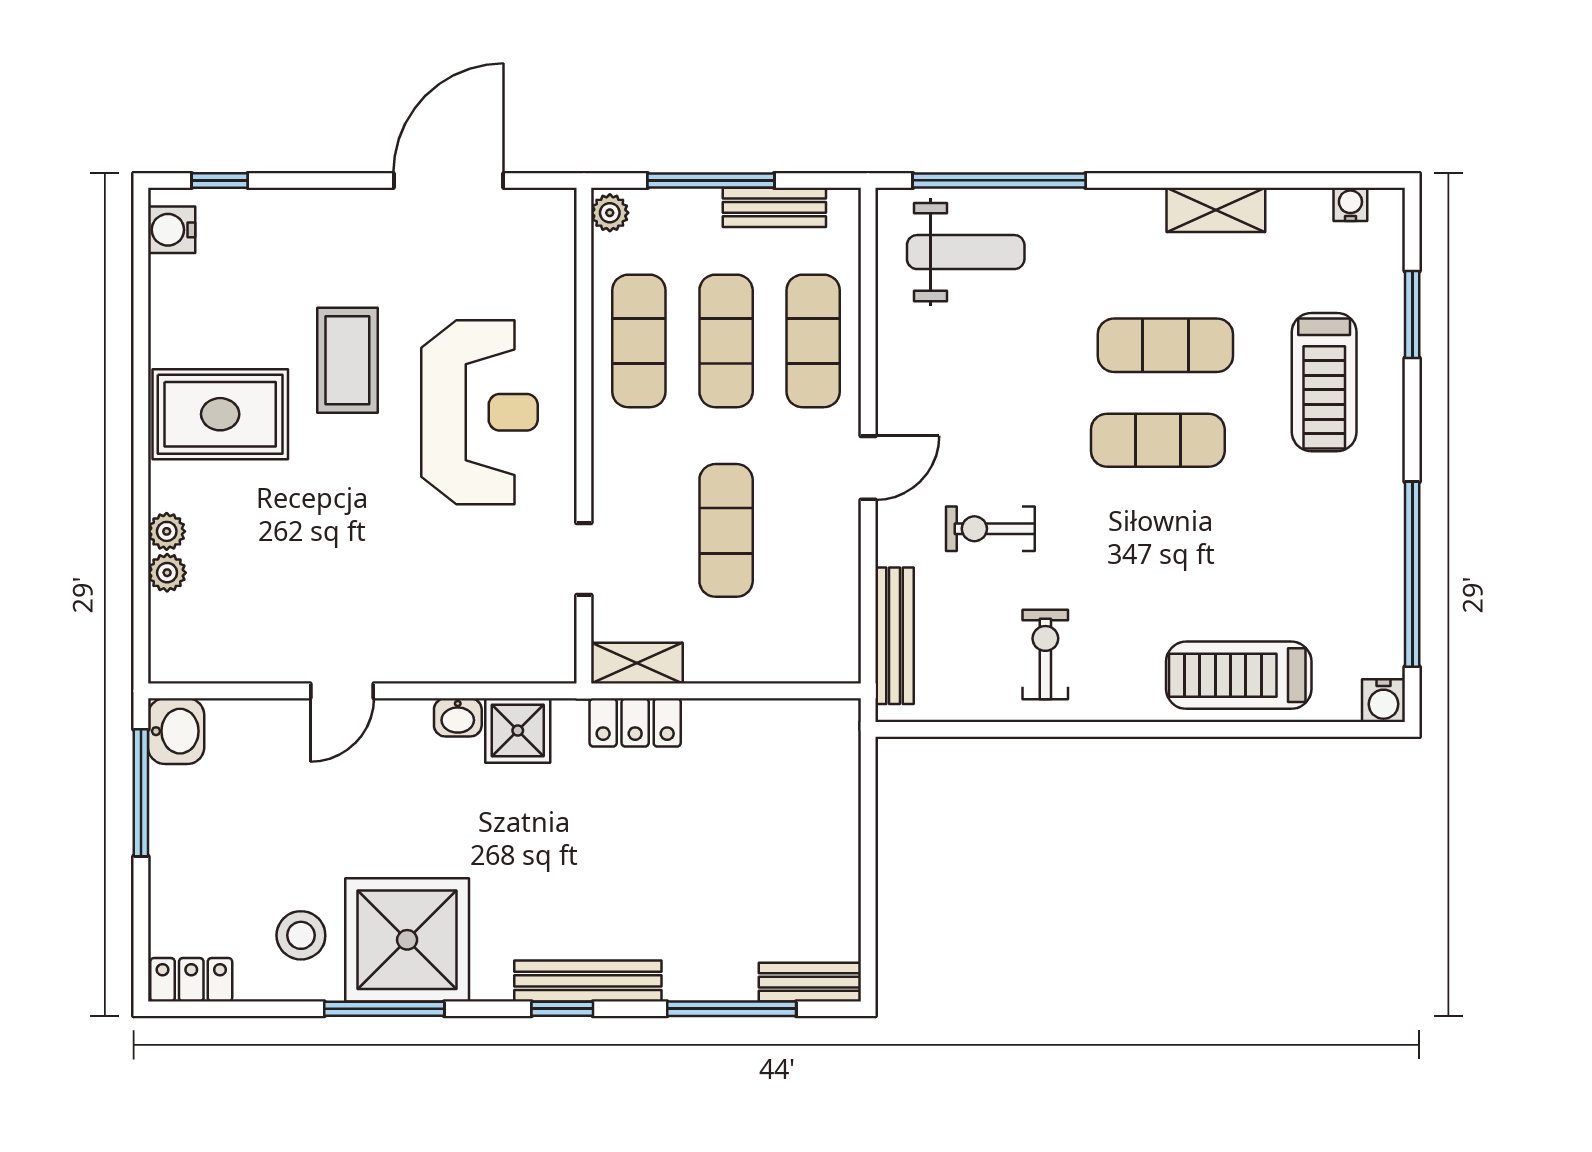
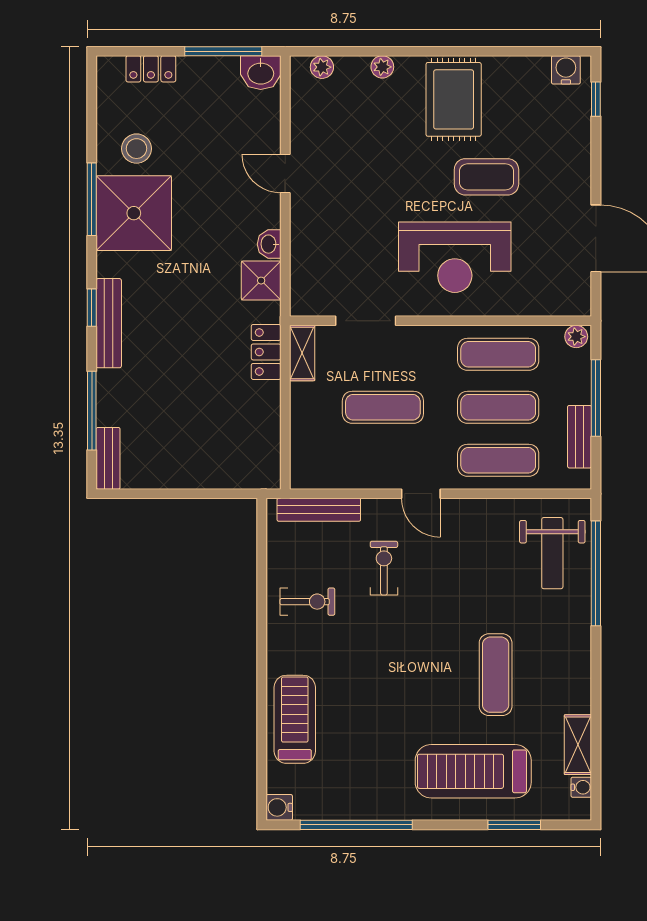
shelving: (1216, 210) -> (578, 745), moved
treadmill: (1324, 382) -> (473, 771), width x1.37, depth x1.38
exercise mat: (1158, 440) -> (438, 670), removed
doorway: (584, 559) -> (366, 321), width x1.38
plant: (167, 573) -> (322, 67), moved
locker: (191, 980) -> (151, 69), moved, turned 90

